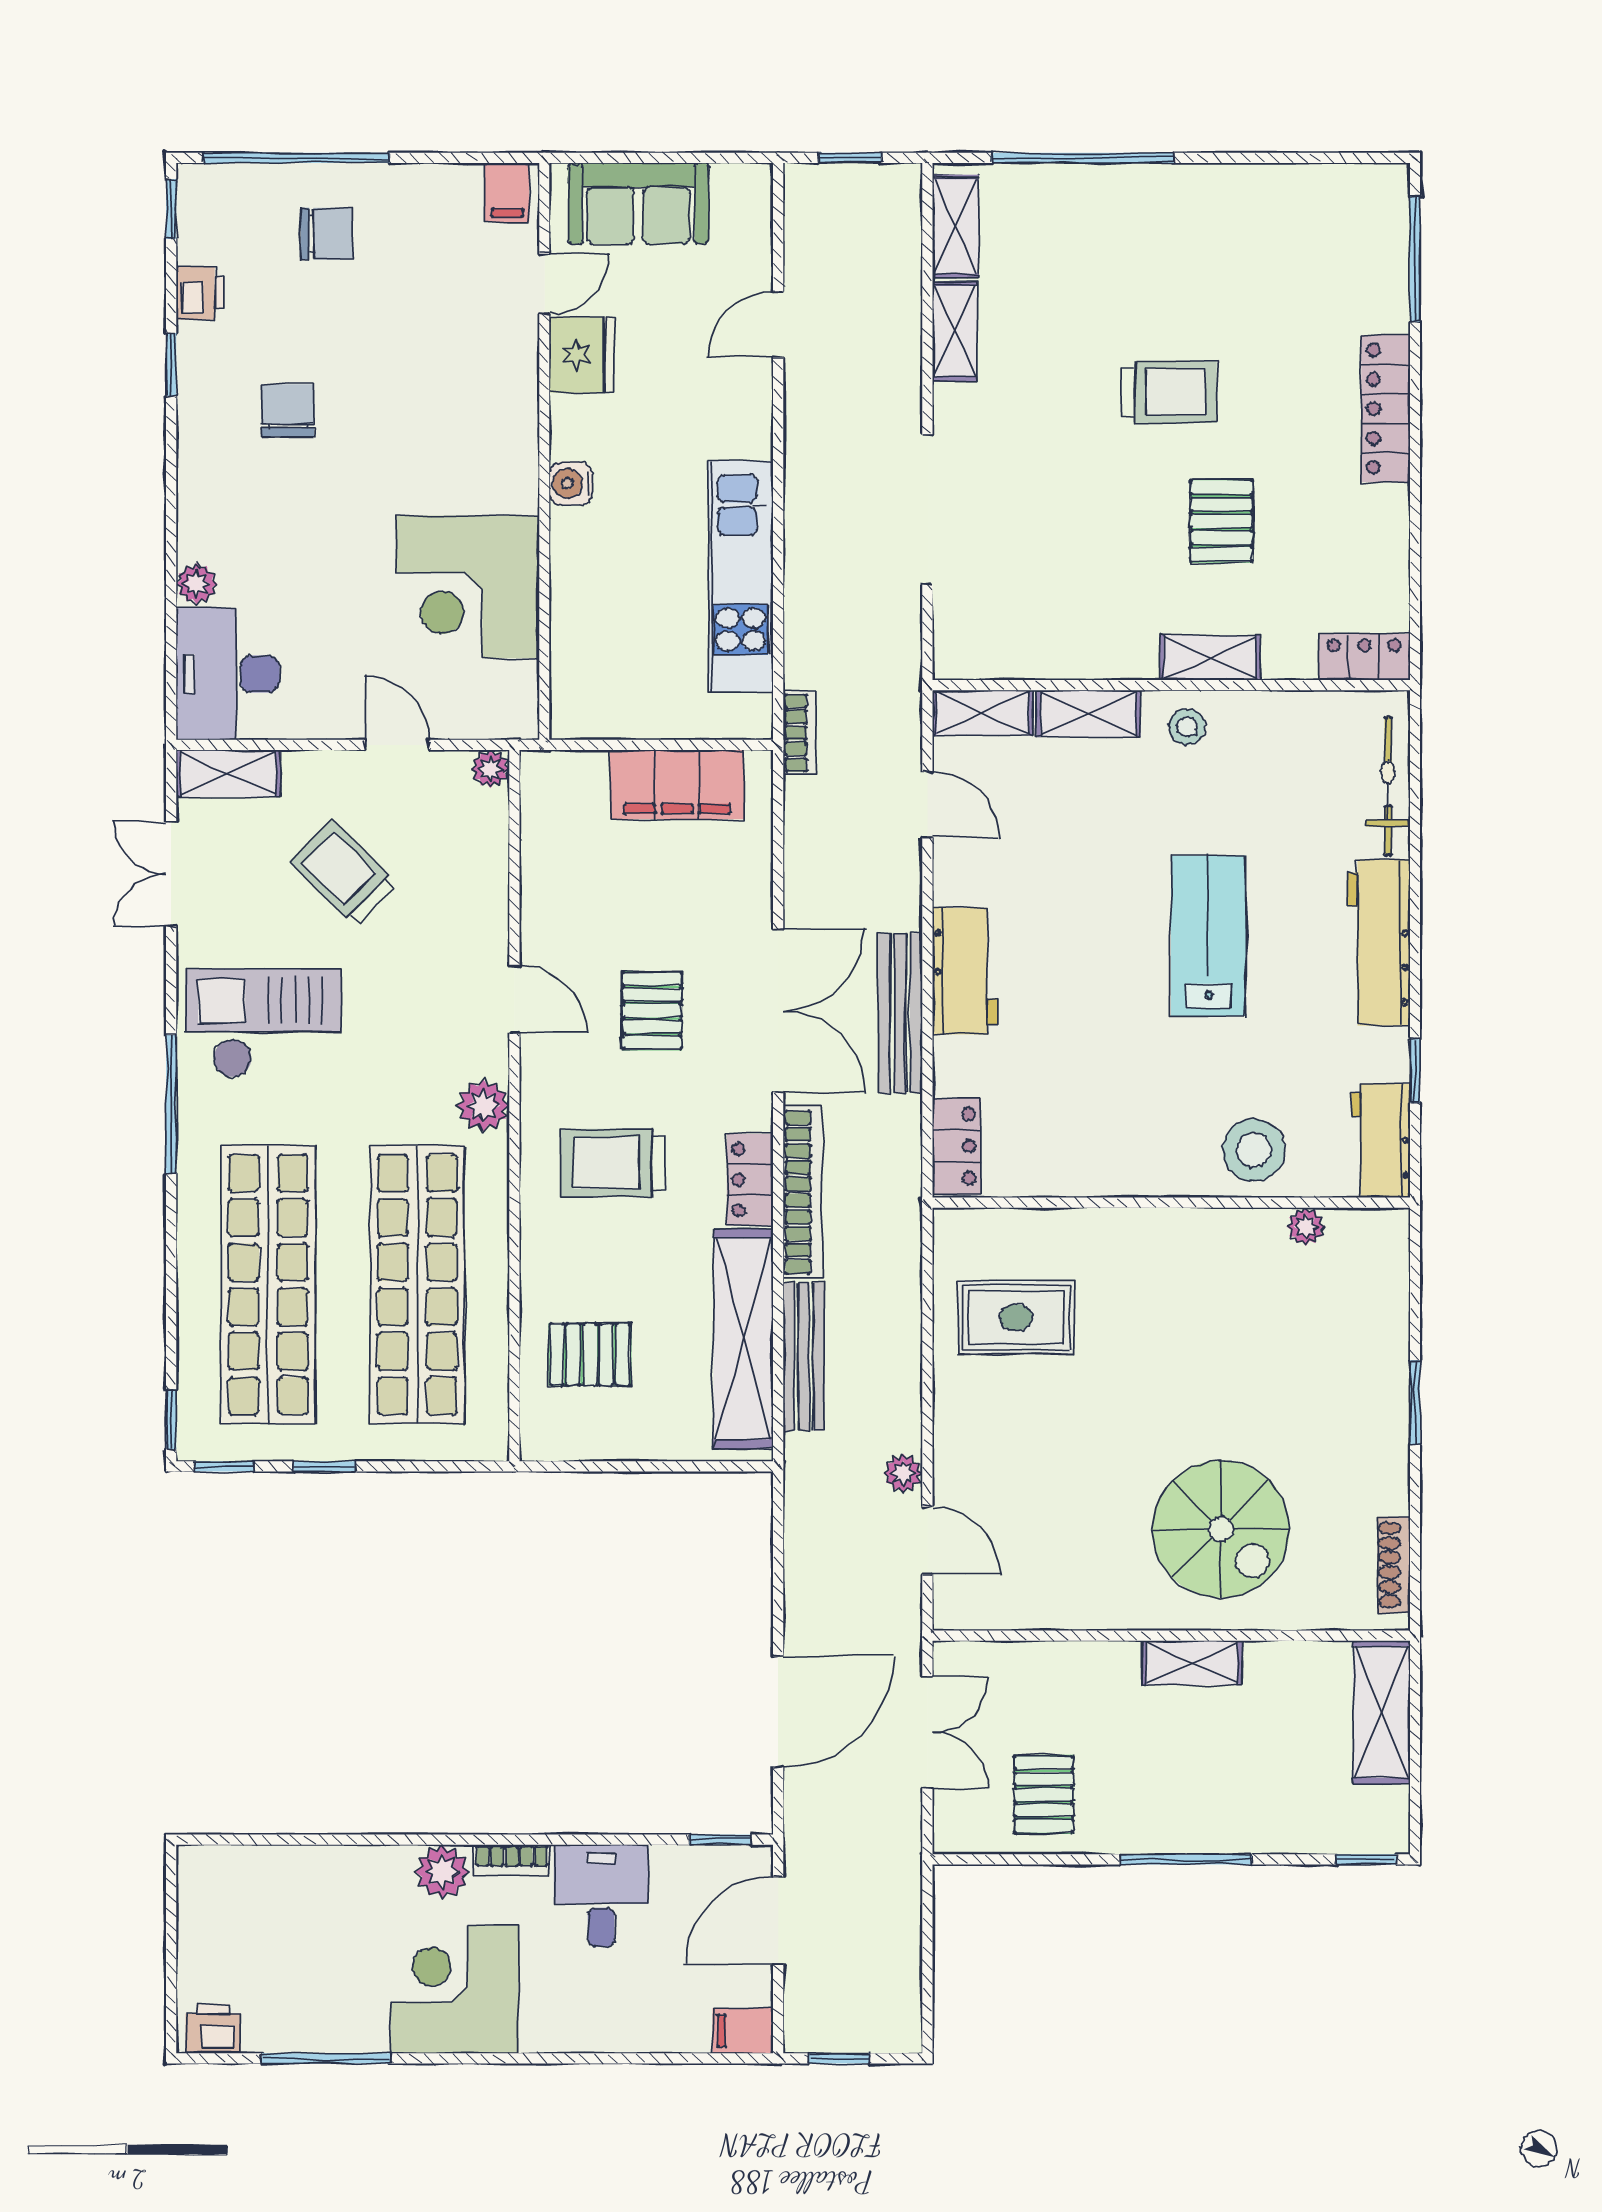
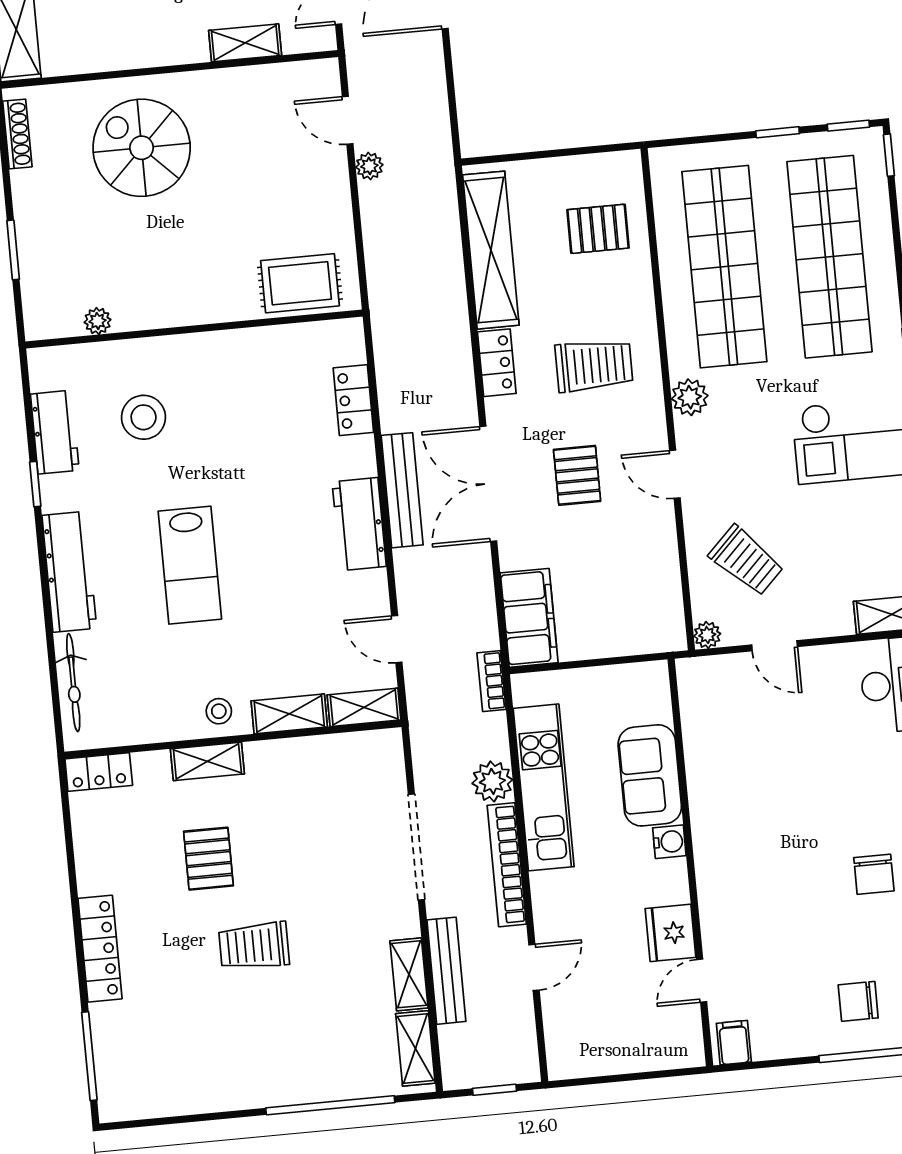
sofa: (638, 203) -> (650, 775), moved, turned -90
corner desk: (468, 587) -> (735, 762), removed
plant: (812, 592) -> (492, 781), added
filing cabinet: (677, 785) -> (529, 618), moved, turned 90
trolley: (344, 873) -> (746, 561), moved
bookcase: (803, 1192) -> (507, 865), moved
wall: (1171, 1203) -> (194, 329), moved
plant: (1306, 1227) -> (98, 321), moved
bench: (804, 1356) -> (446, 971), moved
shelving: (1192, 1663) -> (245, 43), moved

